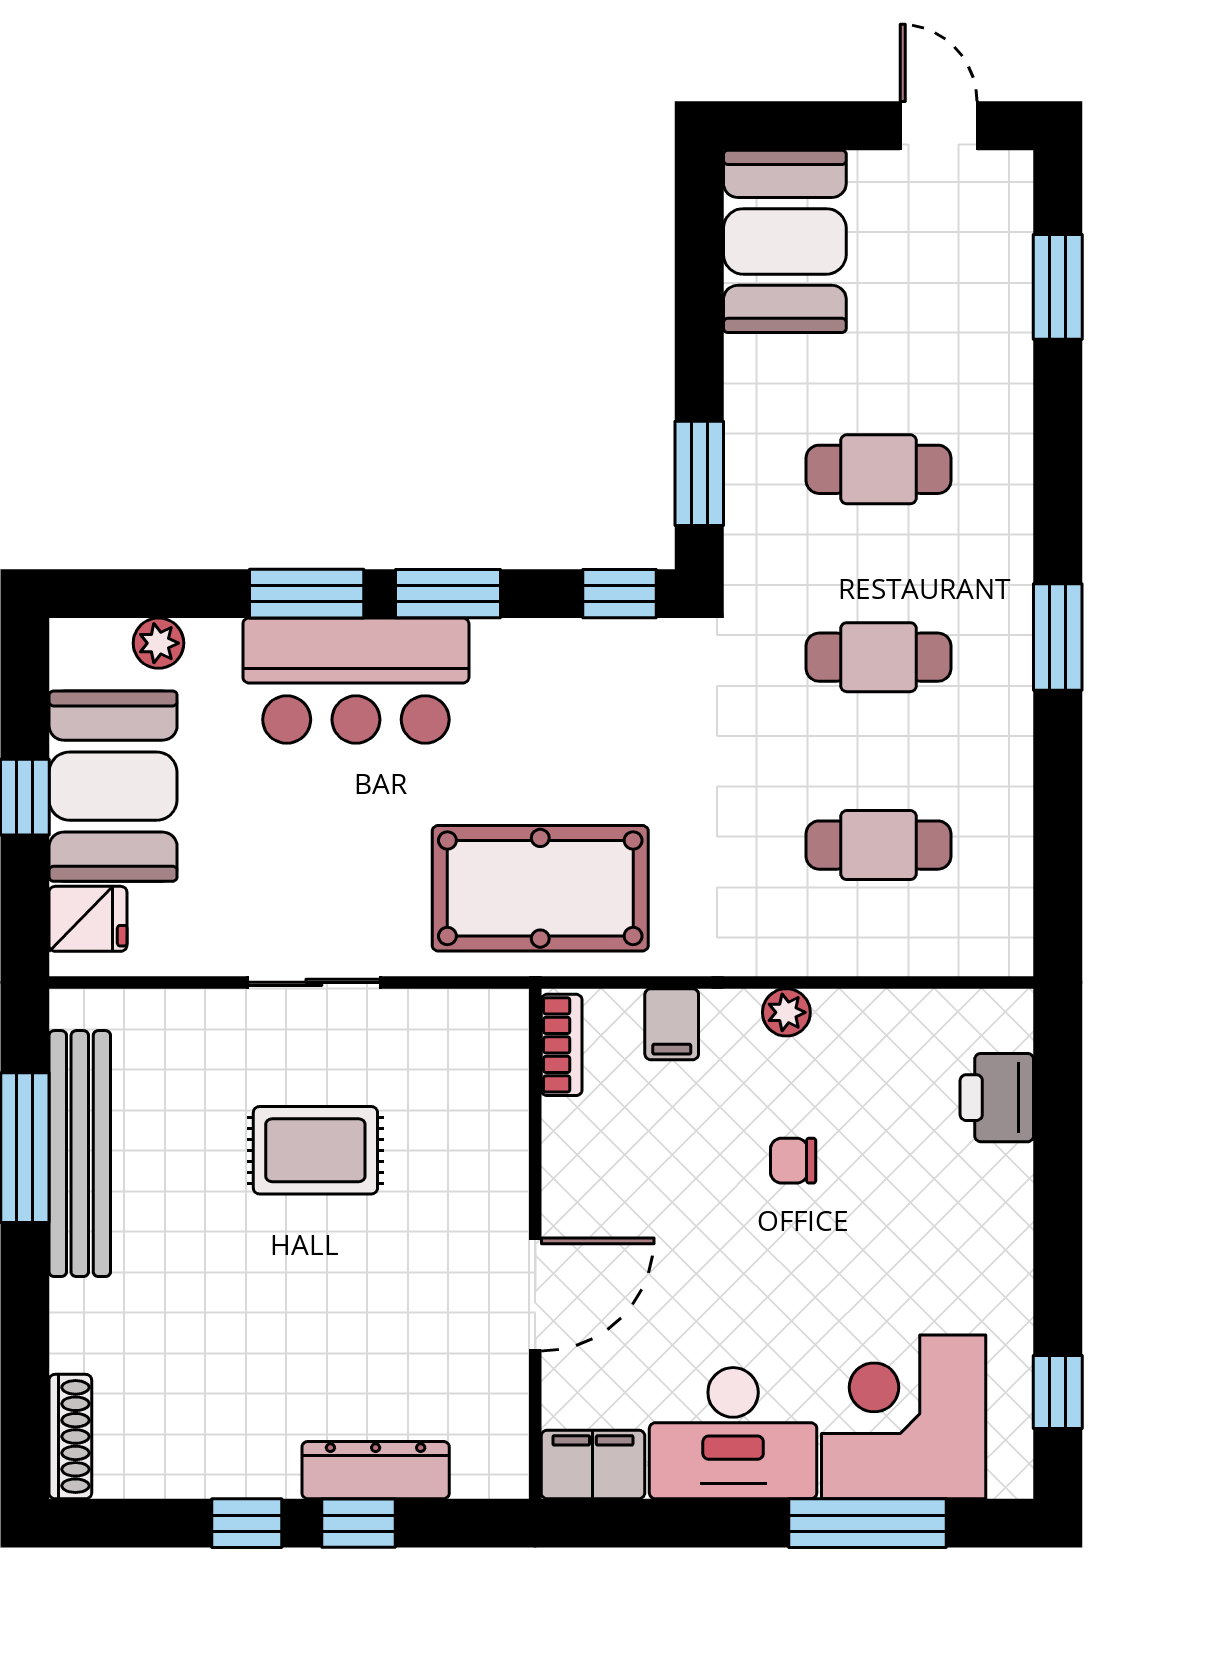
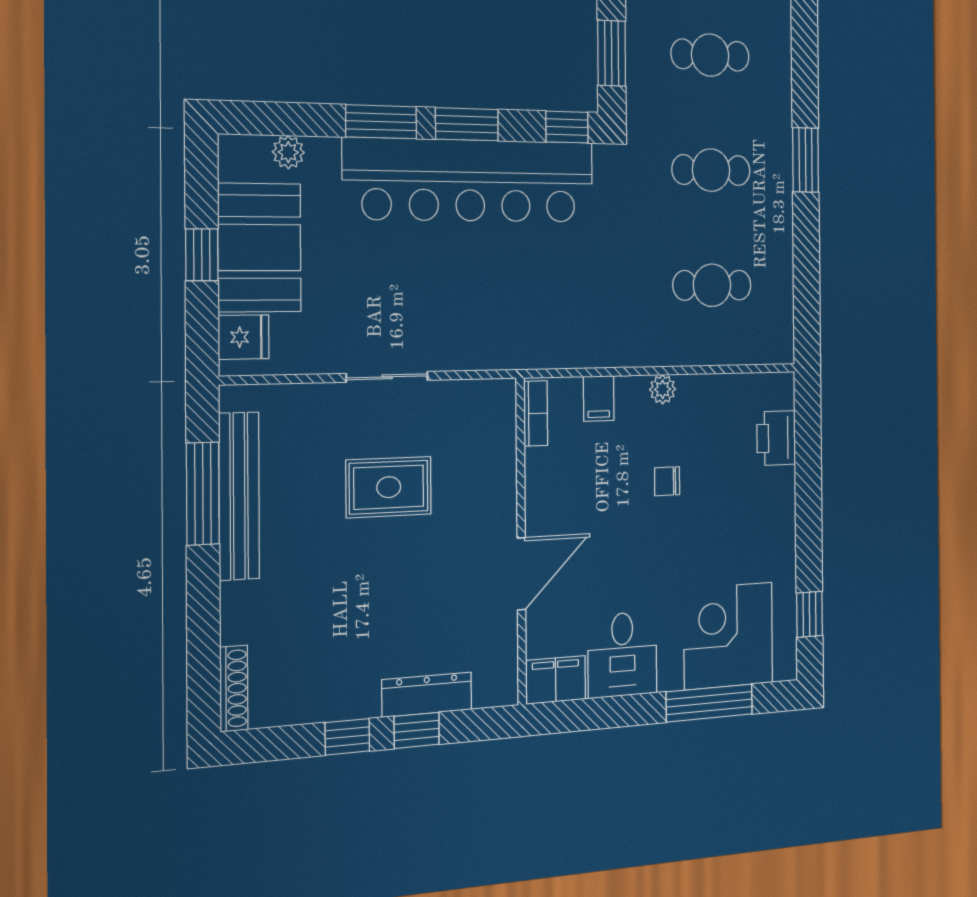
bar counter: (356, 681) -> (470, 180), width x1.86
pool table: (540, 888) -> (523, 314), removed
desk: (733, 1433) -> (622, 655), width x0.73

